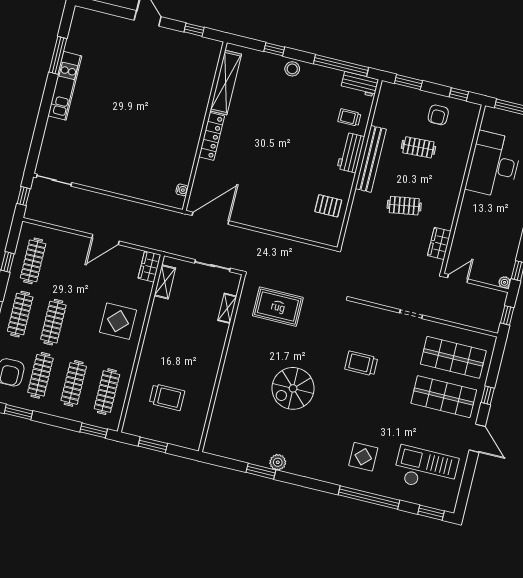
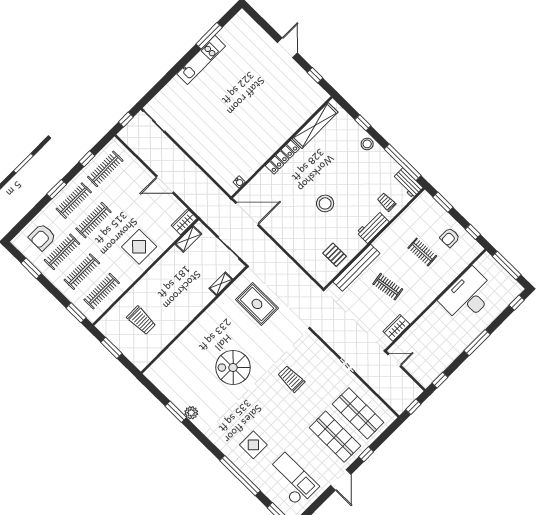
stool: (286, 158) -> (325, 203), added
bench: (371, 159) -> (357, 268), moved
plant: (505, 282) -> (426, 382), removed

